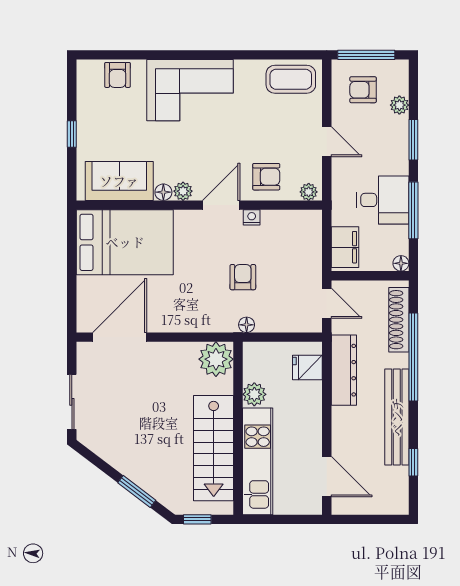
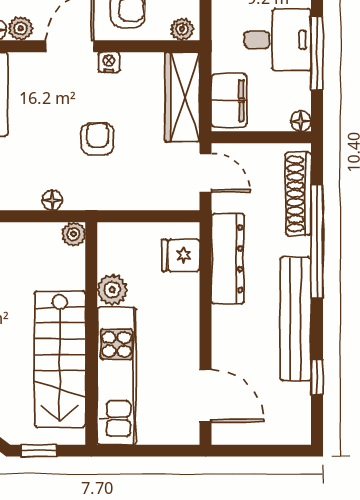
wardrobe: (309, 245) -> (182, 97), added
floor lamp: (247, 325) -> (52, 200), moved
plant: (216, 359) -> (74, 234), width x0.53, depth x0.53

